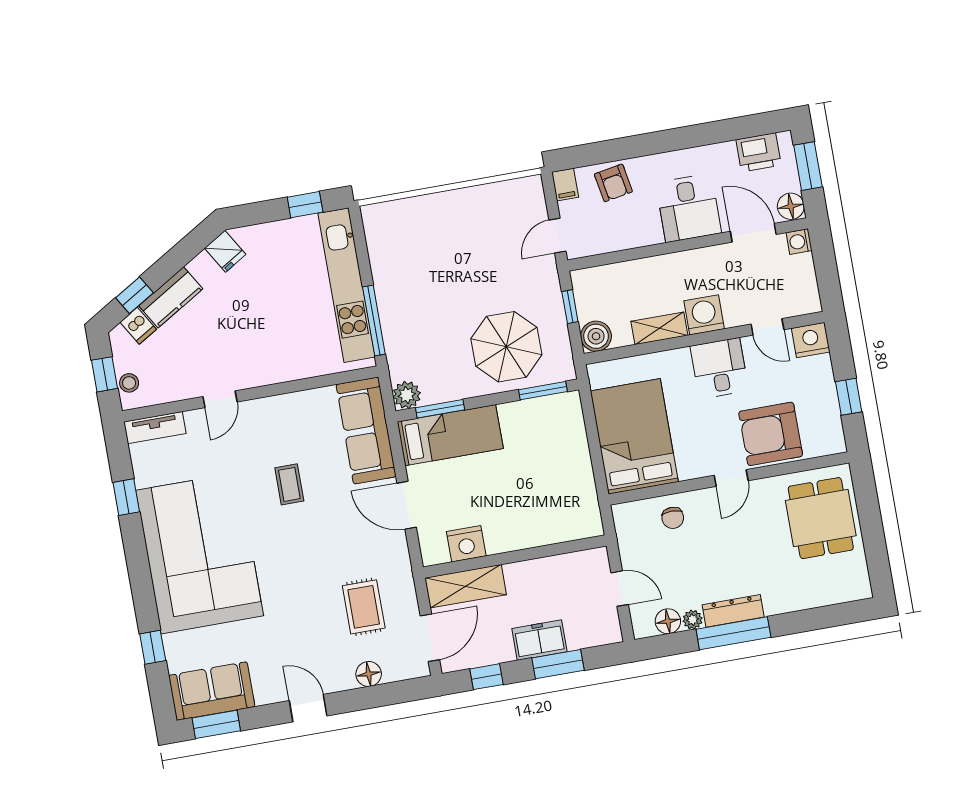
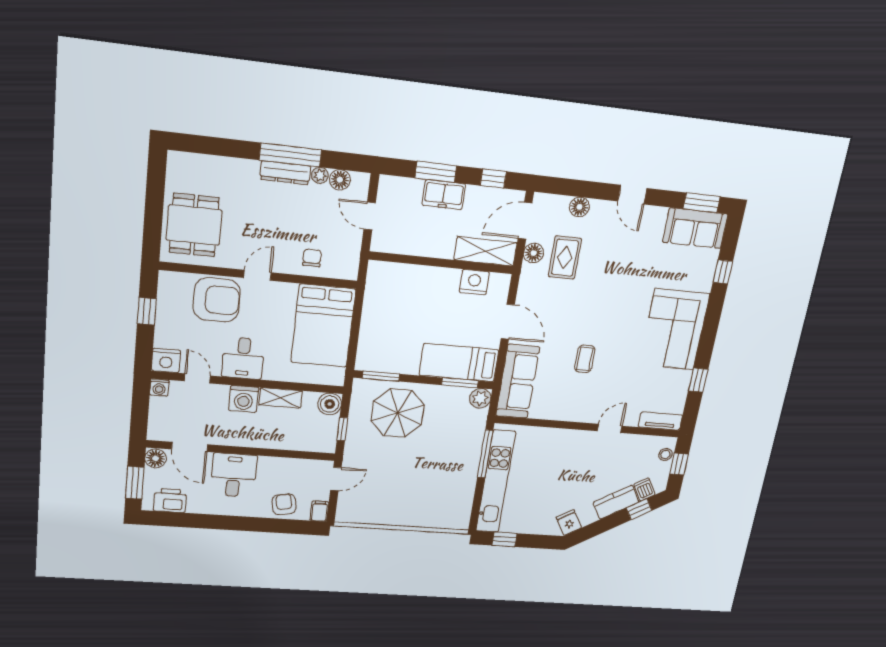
washing machine: (799, 242) -> (159, 388), moved, turned 90
corner sofa: (200, 553) -> (674, 329), width x0.73, depth x0.74
floor lamp: (405, 601) -> (534, 253), added

